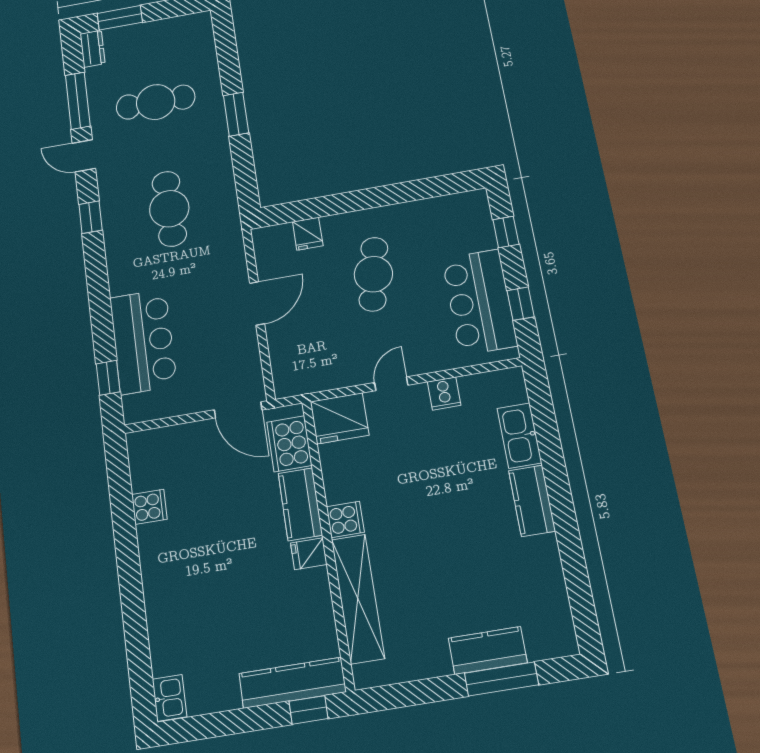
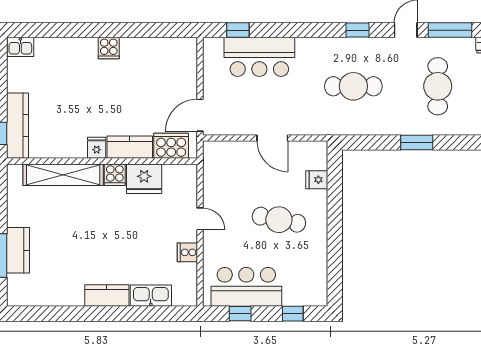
fridge: (340, 418) -> (144, 179), moved, turned -90
cooker: (149, 507) -> (109, 48), moved

